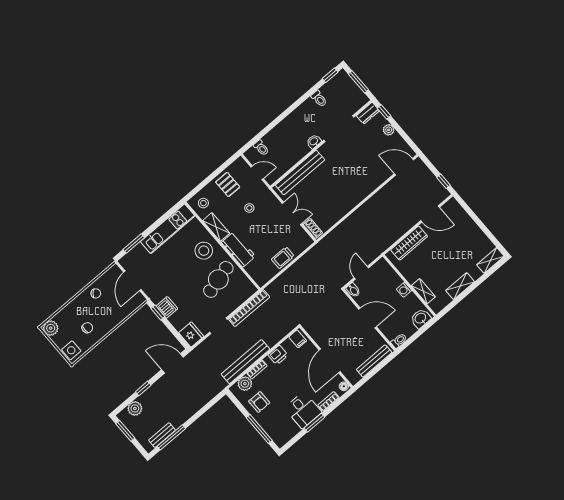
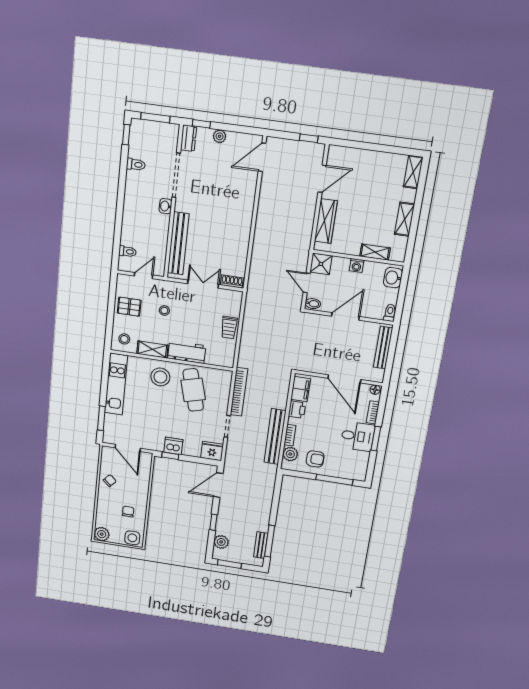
shower: (382, 268) -> (321, 264), added
filing cabinet: (298, 339) -> (301, 389), width x2.00

